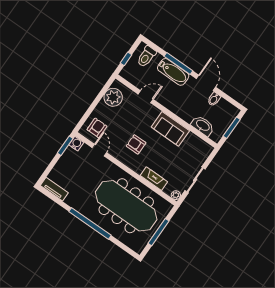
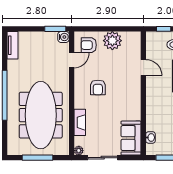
plant: (113, 97) -> (112, 41), moved
washbasin: (203, 126) -> (151, 137), width x0.52, depth x0.69
armchair: (97, 128) -> (89, 45), turned 180
sofa: (170, 129) -> (131, 138), moved
armchair: (136, 144) -> (98, 87), turned 180

